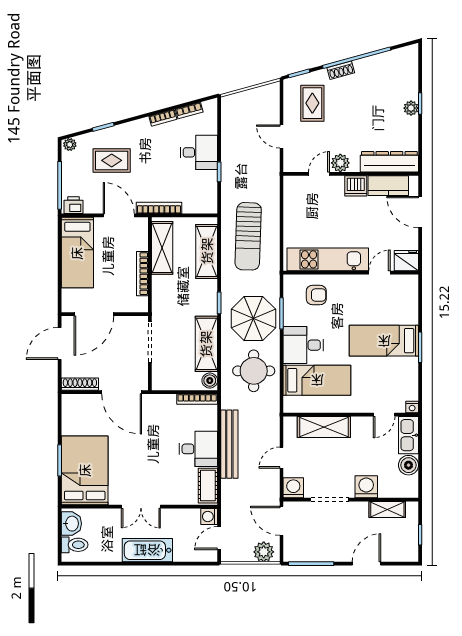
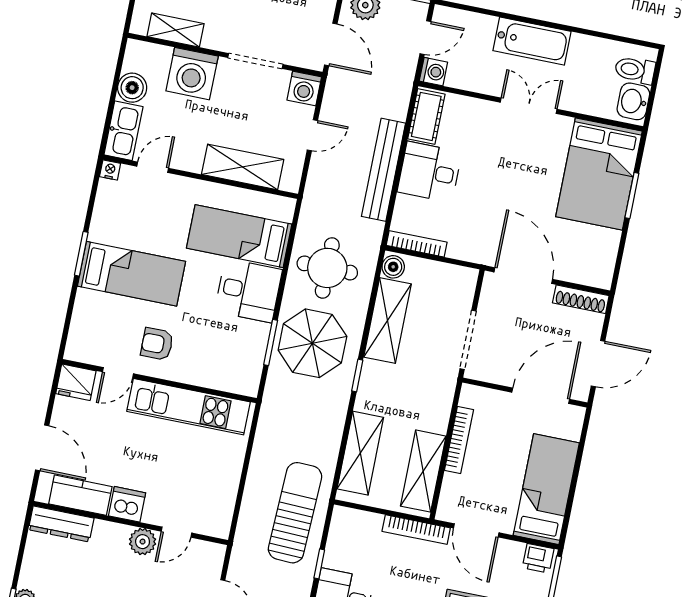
dresser: (389, 162) -> (61, 524), width x0.73, depth x0.80
sun lounger: (248, 236) -> (295, 513), moved
armchair: (316, 295) -> (157, 344), moved
washing machine: (366, 487) -> (192, 74), width x1.37, depth x1.37

